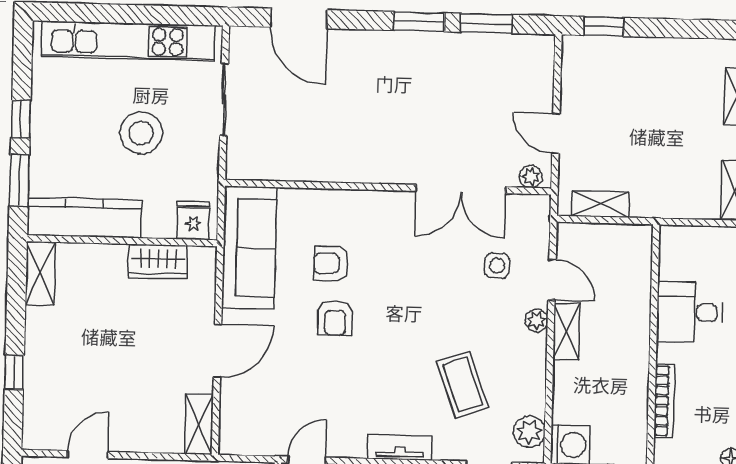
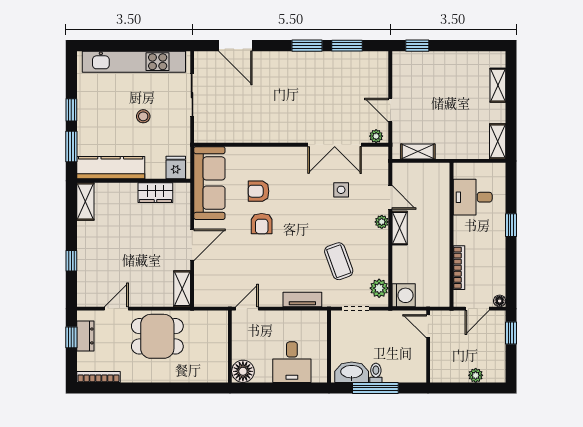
stool: (141, 133) -> (143, 116), width x0.53, depth x0.53
side table: (497, 266) -> (341, 190), moved
desk: (689, 312) -> (473, 197), moved

